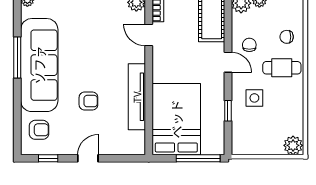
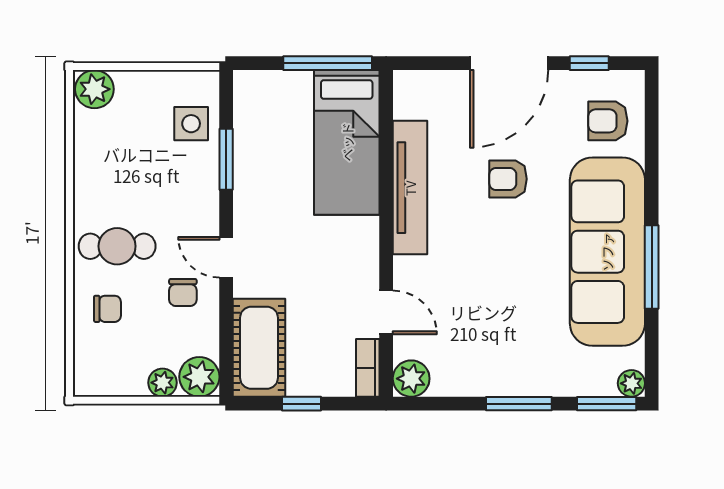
side table: (254, 98) -> (191, 124), moved
window: (228, 111) -> (226, 159), width x1.50
bed: (176, 119) -> (347, 142), width x0.67
door: (88, 158) -> (509, 63), width x1.87
window: (198, 158) -> (328, 63), moved

